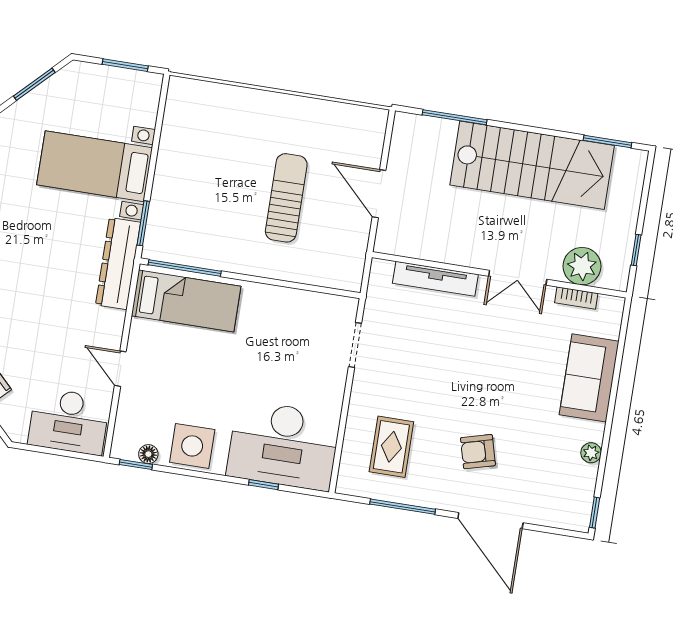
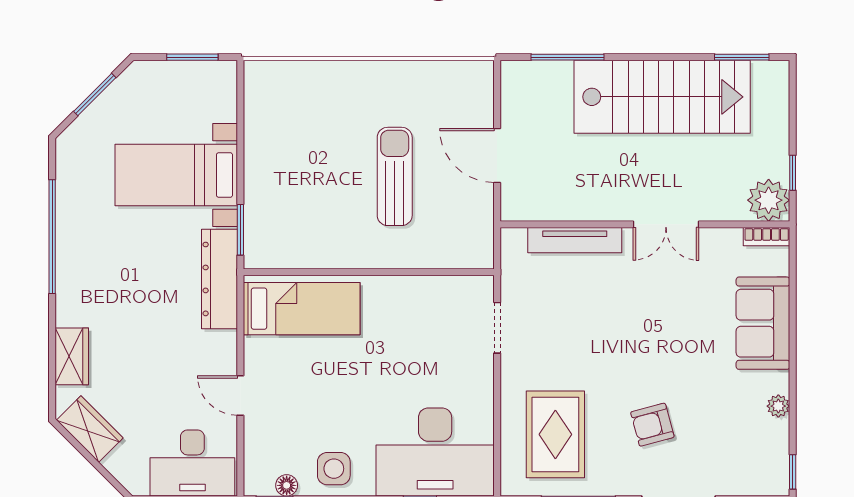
plant: (582, 266) -> (769, 200), moved
window: (185, 268) -> (294, 272), removed
bookcase: (576, 298) -> (767, 237), moved
side table: (192, 446) -> (334, 469), width x0.73, depth x0.73
rug: (391, 447) -> (555, 434), width x1.36, depth x1.43

